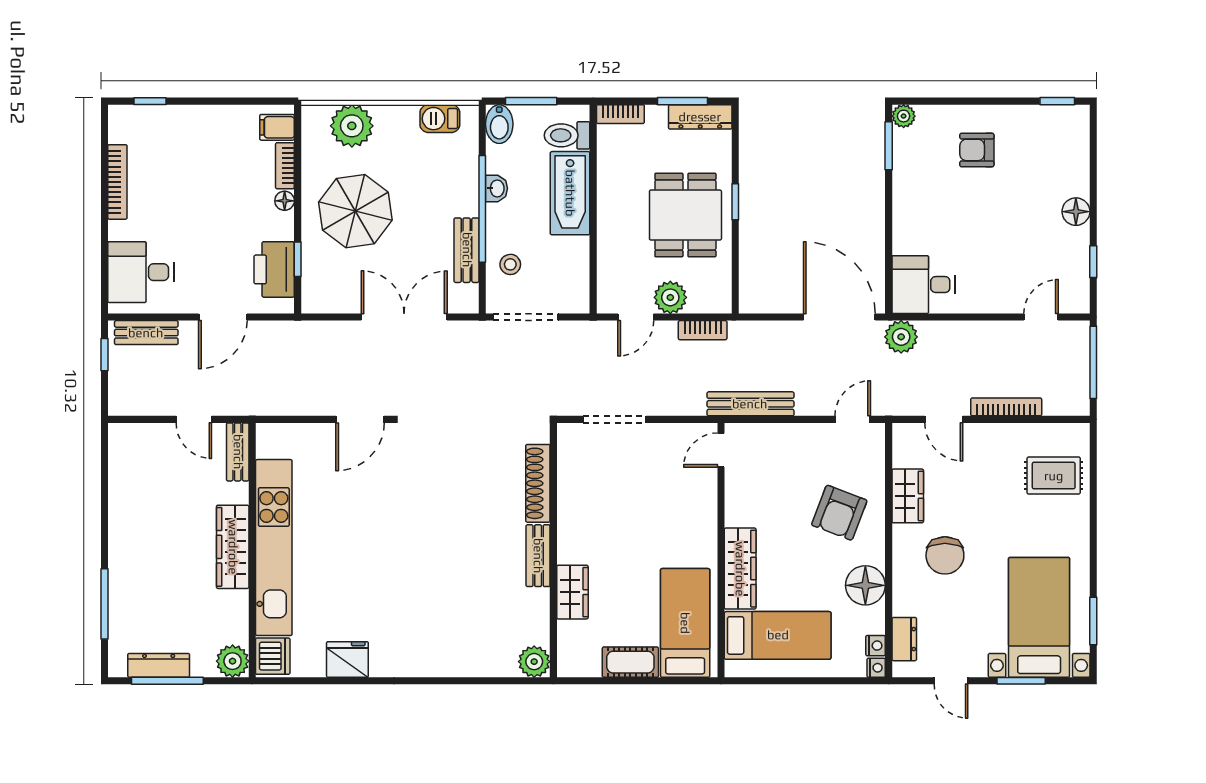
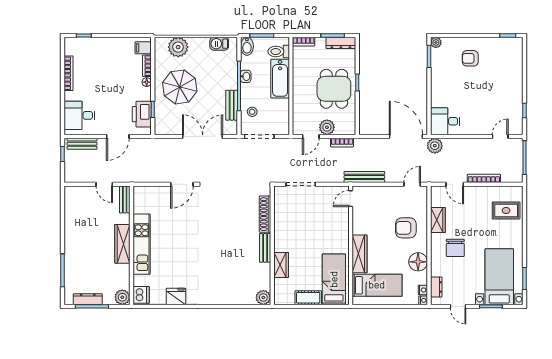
floor lamp: (1076, 212) -> (516, 87), removed
armchair: (839, 513) -> (406, 228), turned 69
kitchen unit: (274, 548) -> (142, 244), width x0.73

